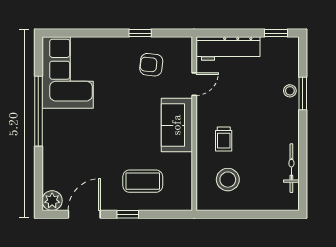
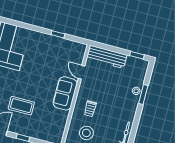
armchair: (151, 65) -> (60, 54), removed
door: (194, 84) -> (82, 72), swing flipped
coffee table: (143, 181) -> (21, 106), moved

